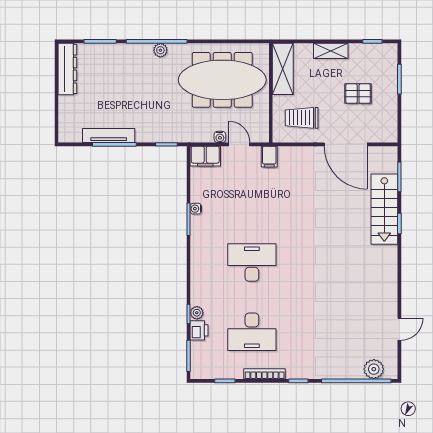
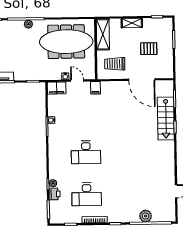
desk: (252, 263) -> (86, 152), turned 180
plant: (374, 369) -> (146, 216), moved

